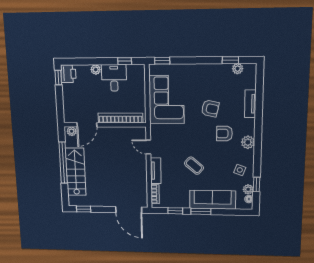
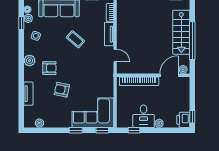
window: (230, 60) -> (76, 130), moved
corner sofa: (167, 100) -> (93, 113), moved, turned 90

